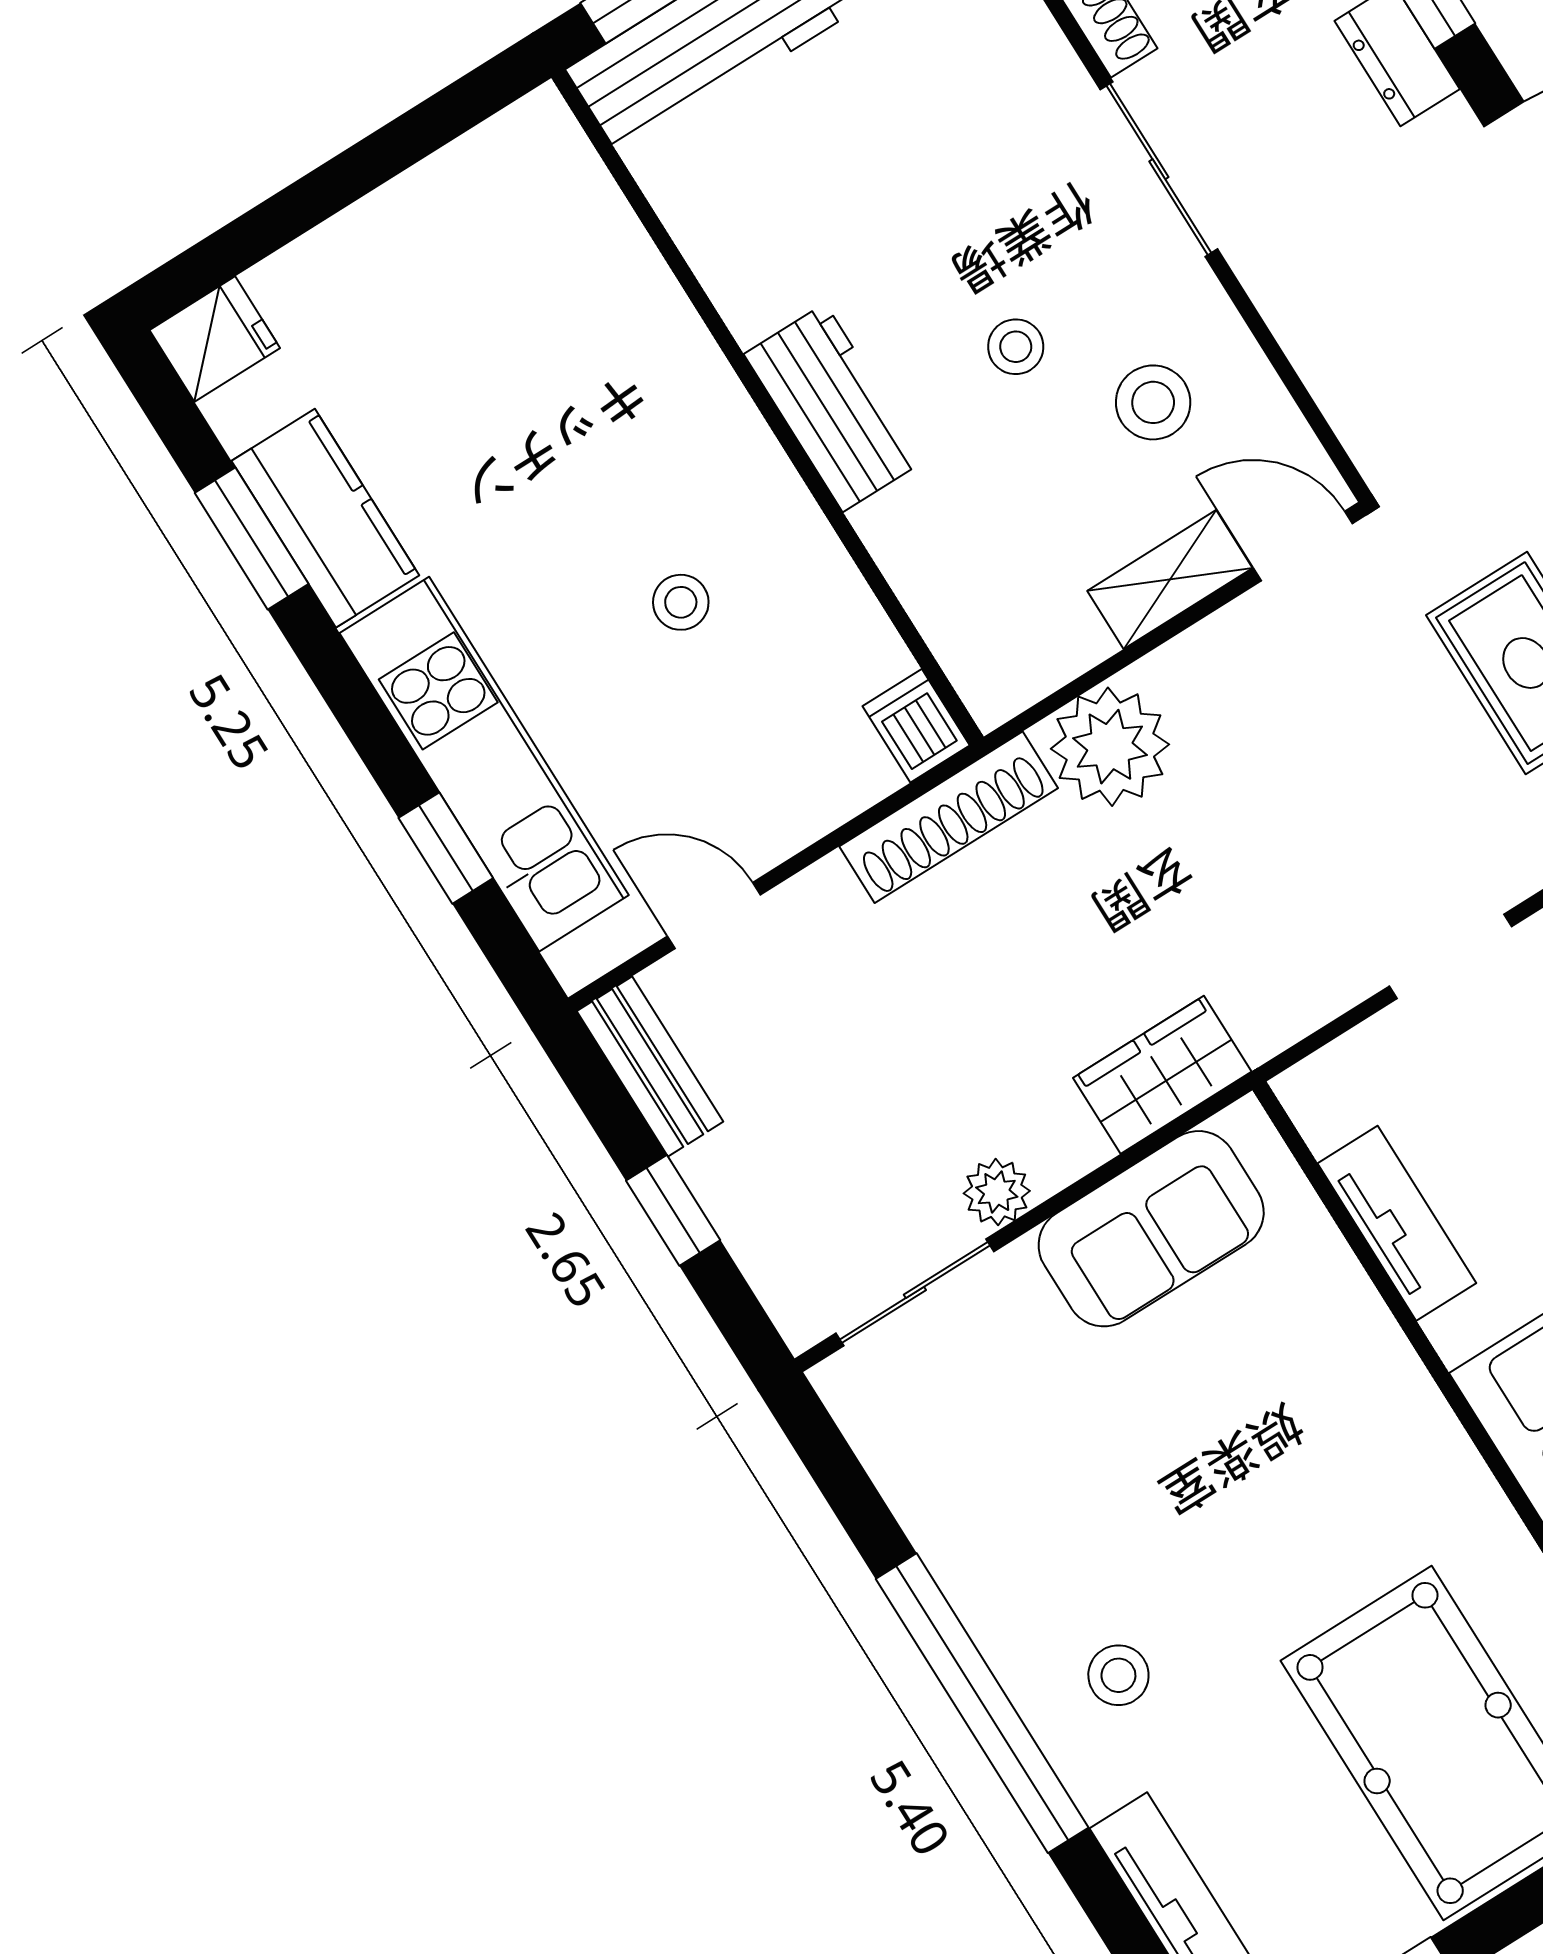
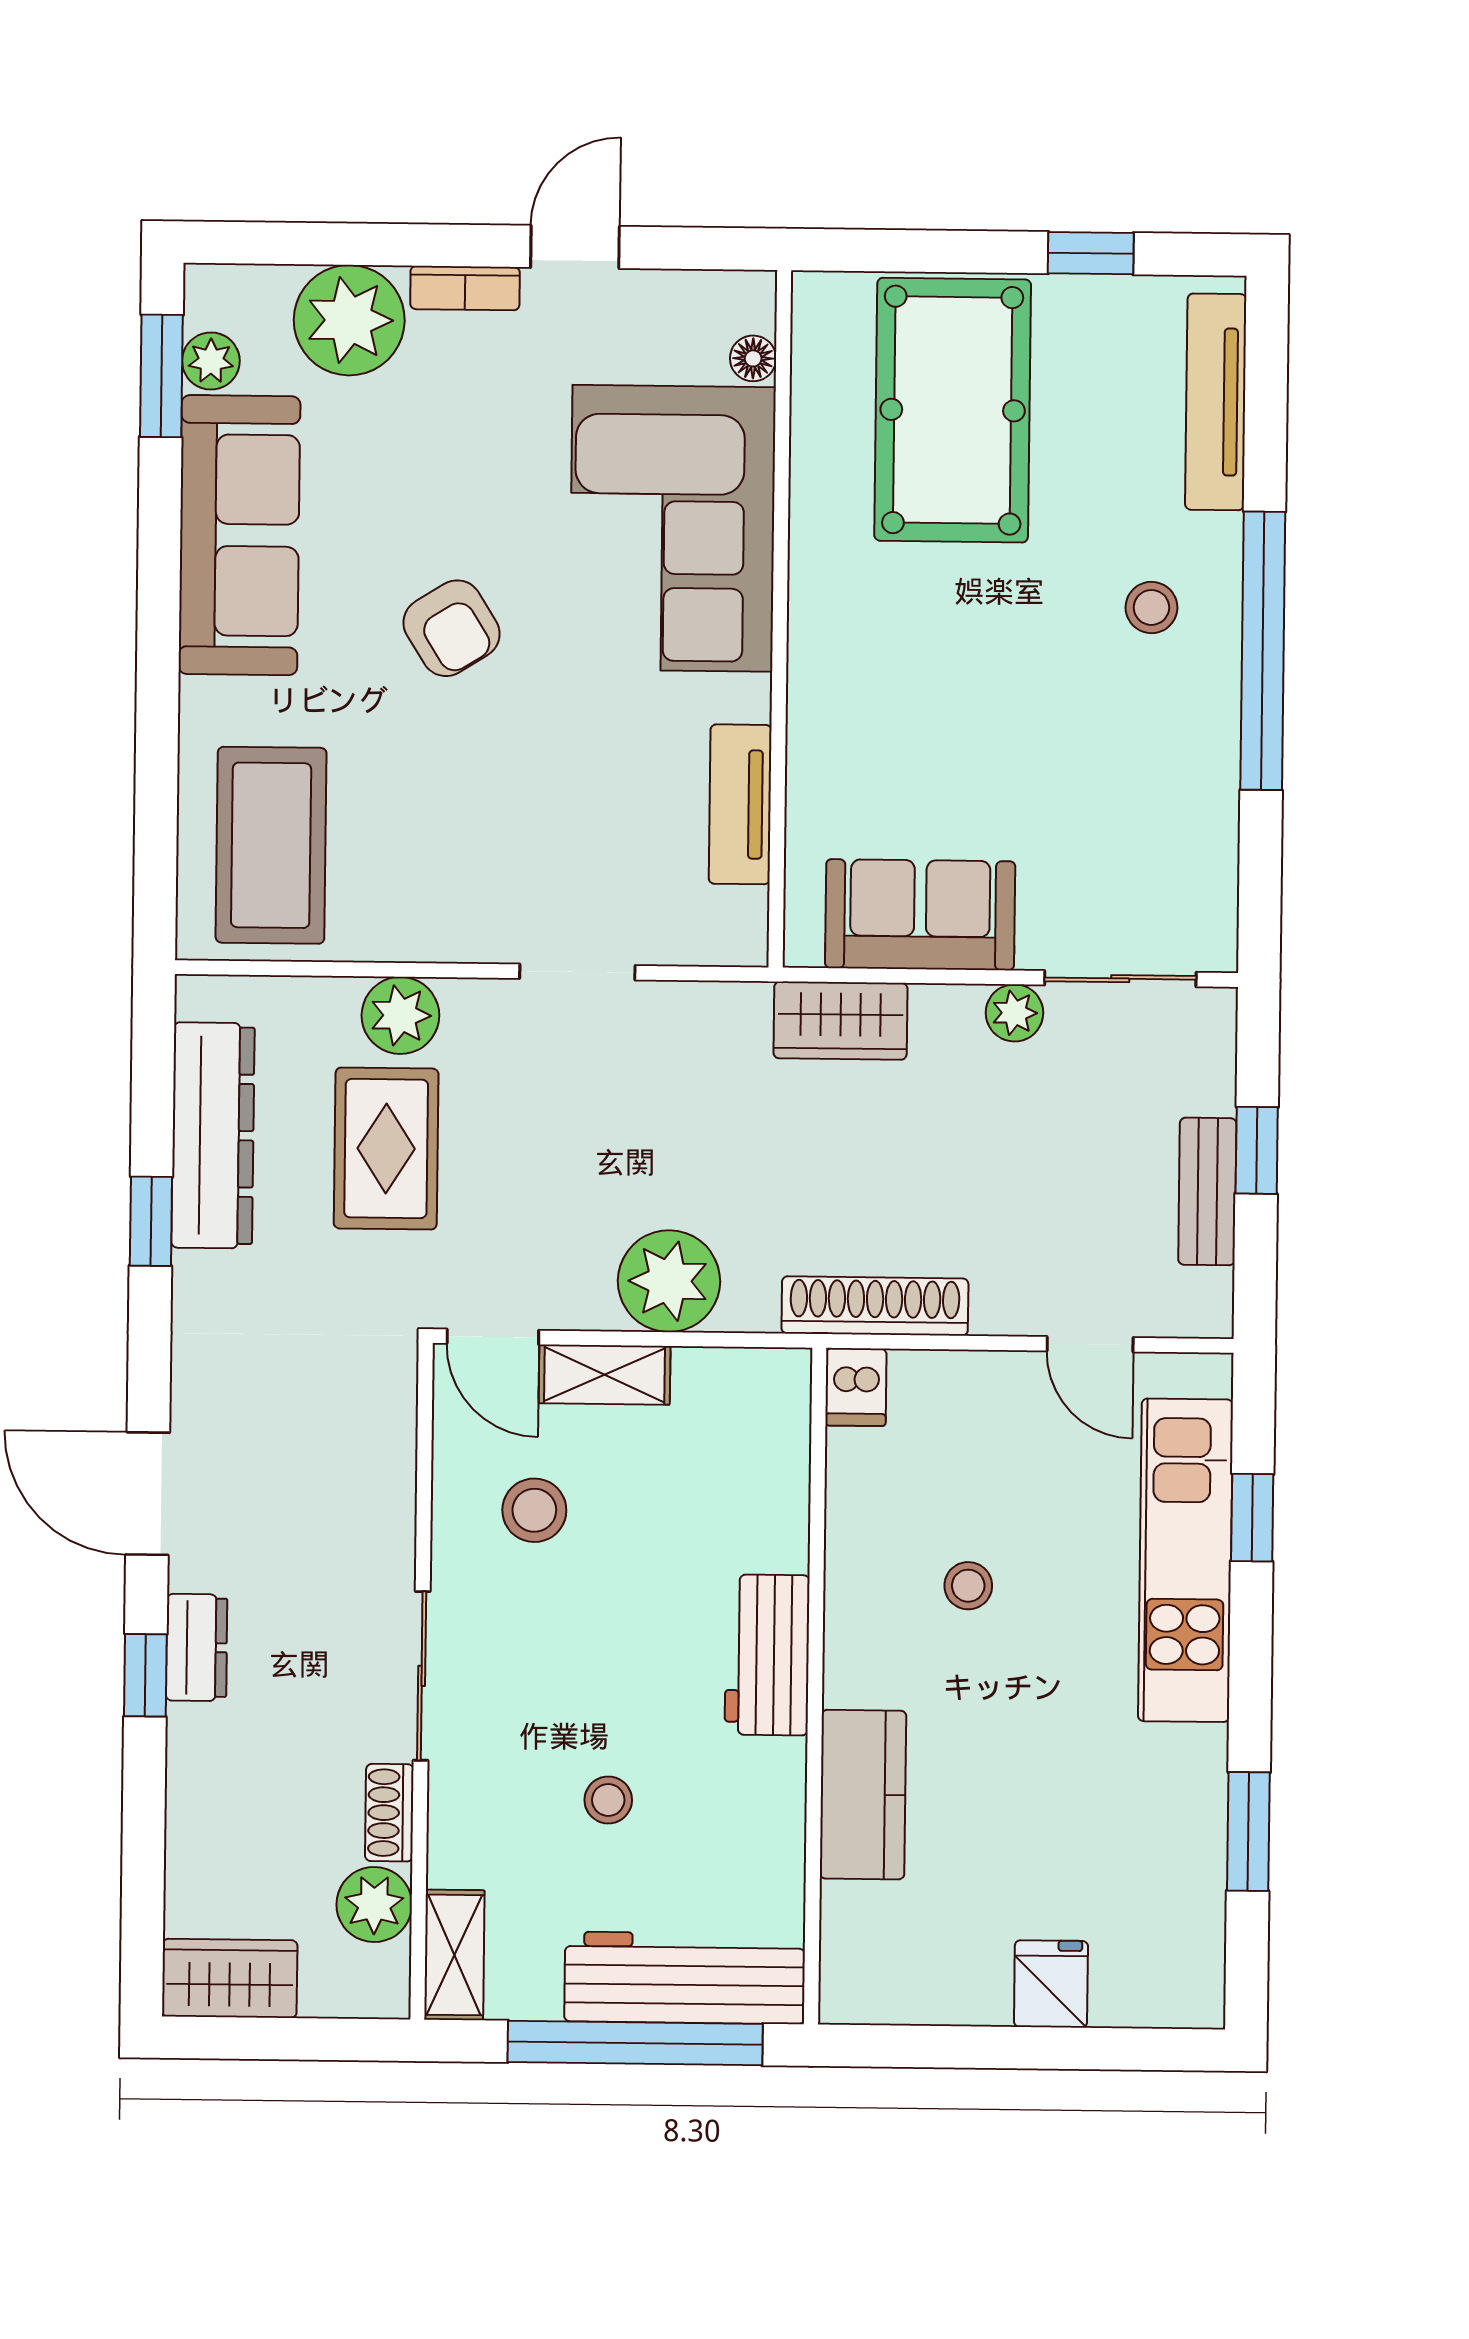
fridge: (215, 339) -> (1051, 1984), moved, turned 90
stool: (1016, 347) -> (608, 1800), moved
kitchen counter: (325, 518) -> (863, 1795), moved, turned 180
plant: (1110, 747) -> (669, 1281), moved
bench: (650, 1066) -> (1207, 1191), moved

